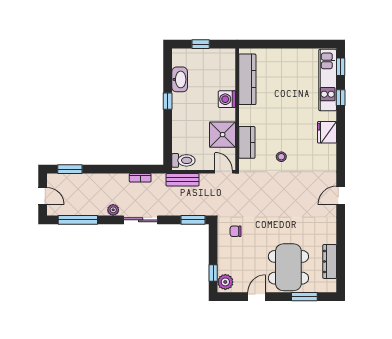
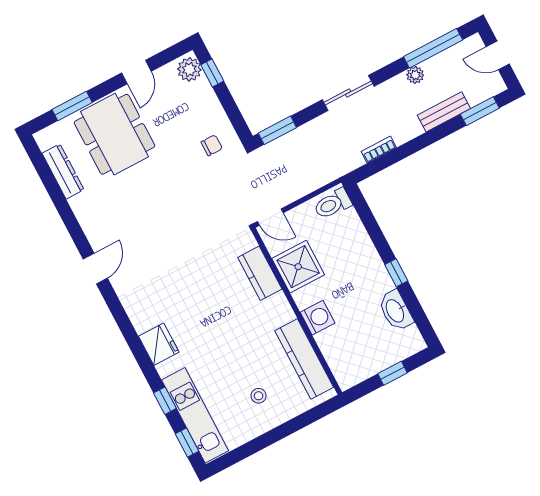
stool: (281, 157) -> (259, 396), moved
bench: (183, 180) -> (444, 112), moved
plant: (113, 210) -> (415, 75), moved

